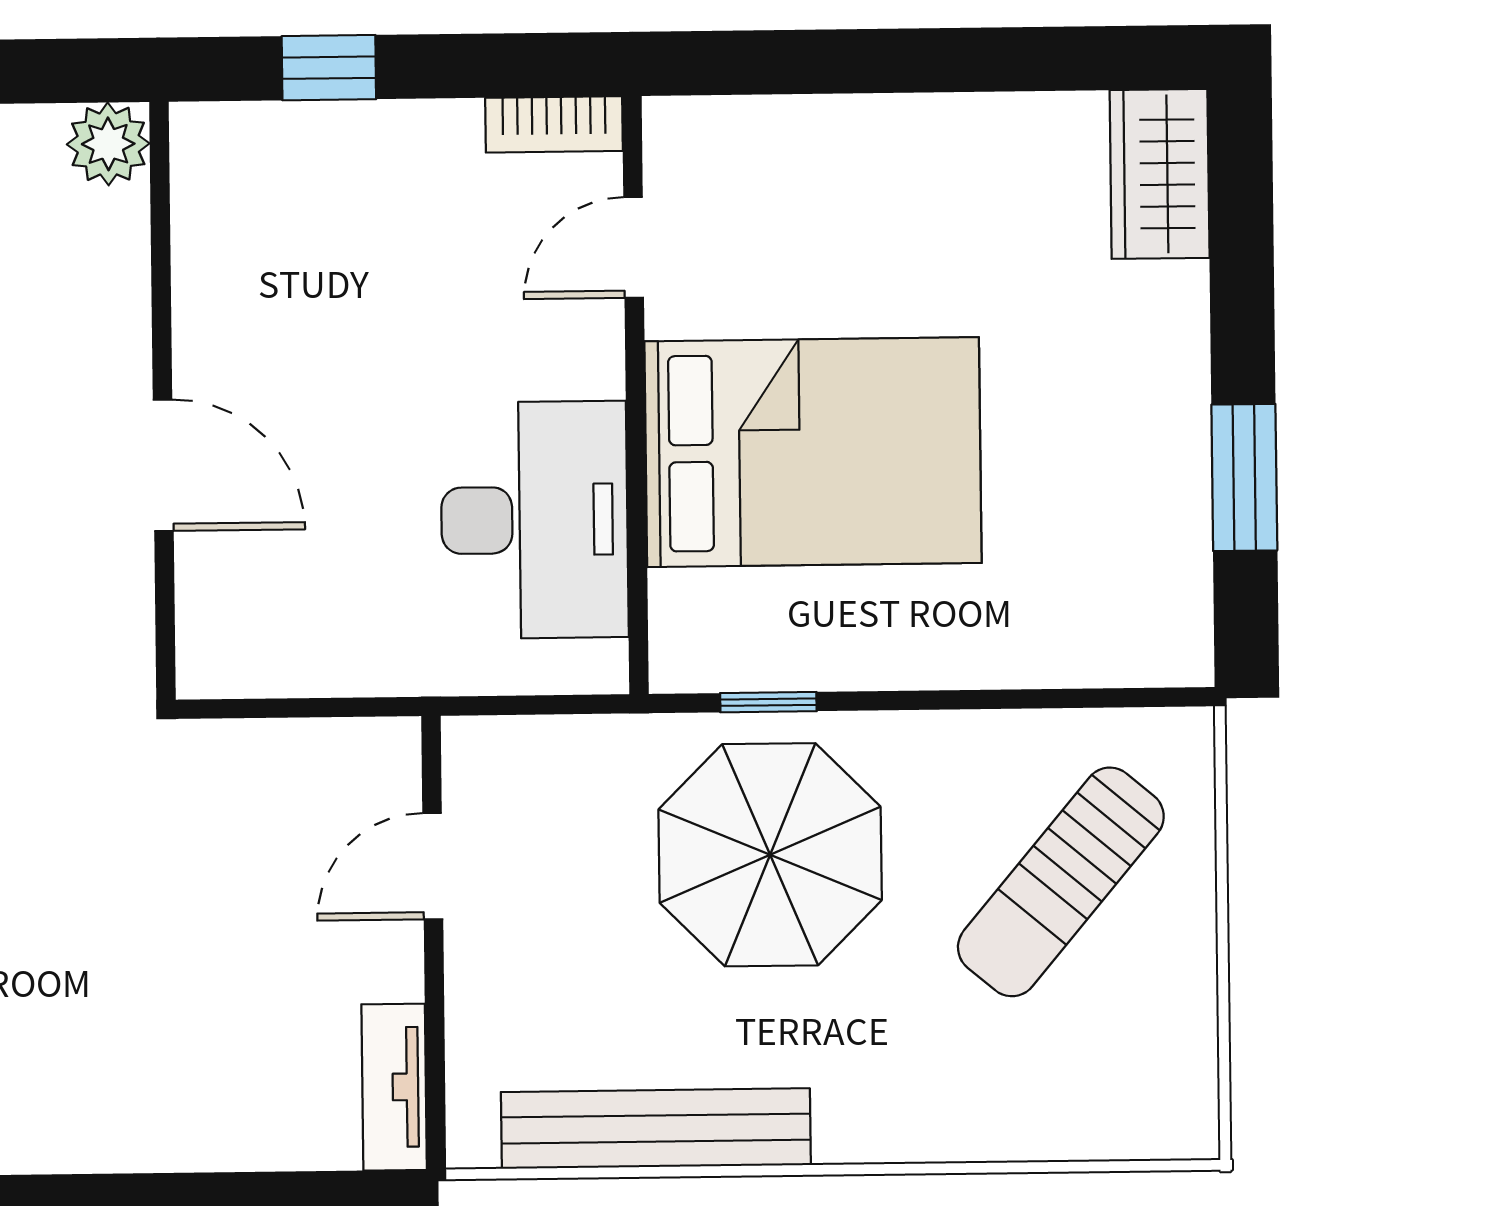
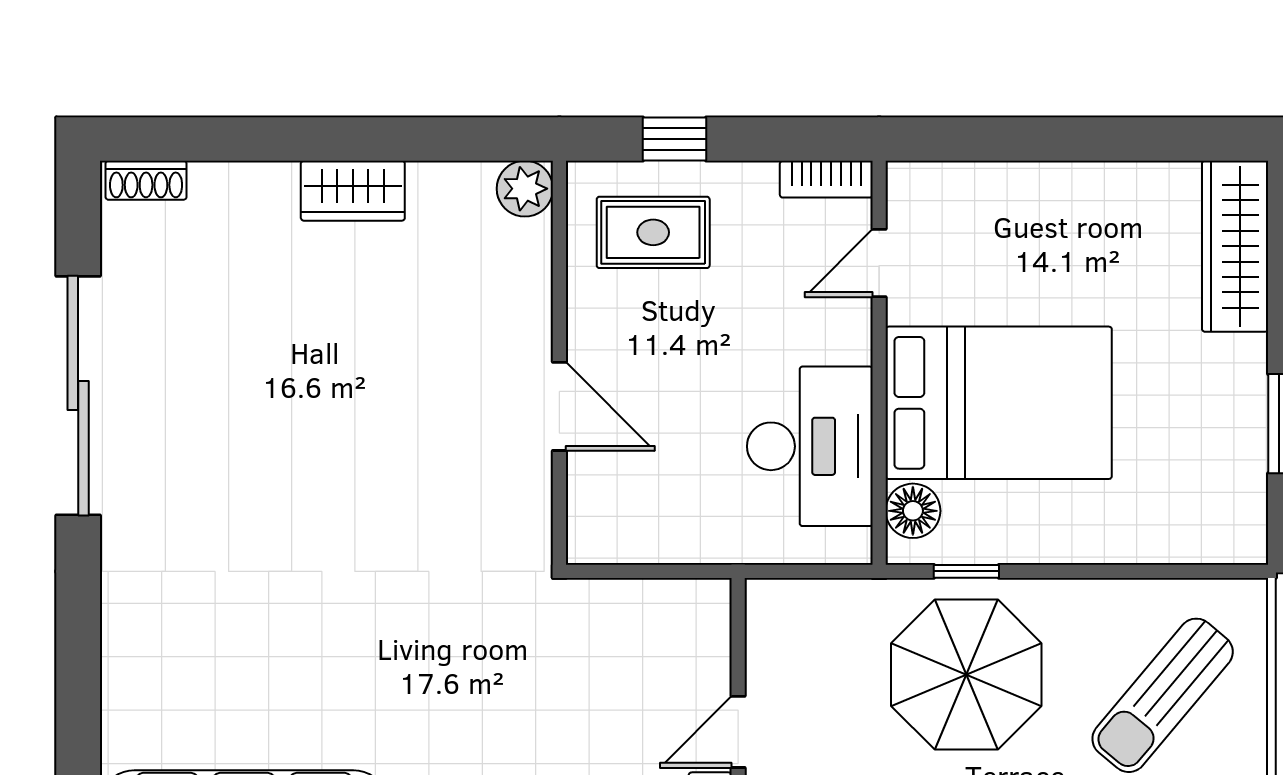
wardrobe: (1160, 174) -> (1235, 246), width x1.50
rug: (299, 206) -> (653, 232), added
floor lamp: (688, 613) -> (913, 511), added
door: (433, 866) -> (738, 732), moved

